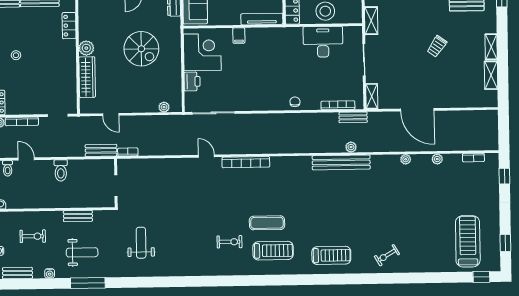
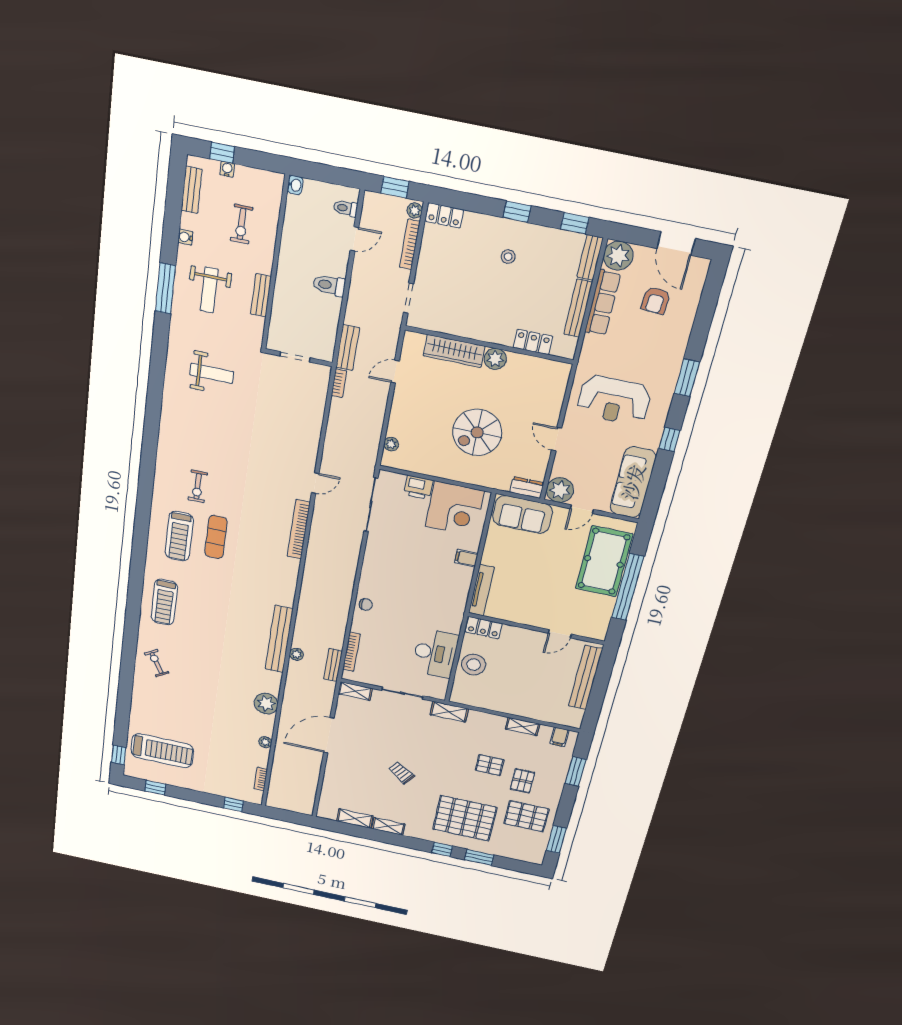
plant: (406, 159) -> (266, 704), width x1.88, depth x1.88

